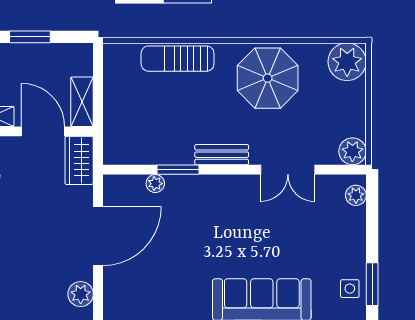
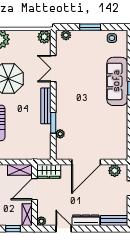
bench: (222, 155) -> (46, 106), width x1.36
double door: (288, 170) -> (53, 69), swing flipped
door: (98, 236) -> (86, 162), swing flipped
window: (372, 284) -> (90, 27), moved

